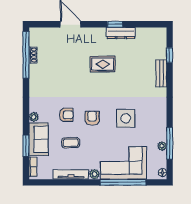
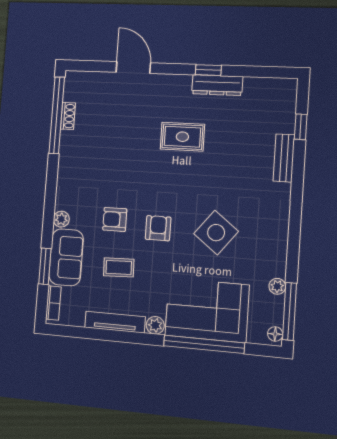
armchair: (66, 115) -> (115, 219), turned 180
side table: (126, 118) -> (216, 233), turned 38
window: (170, 143) -> (289, 311), moved

